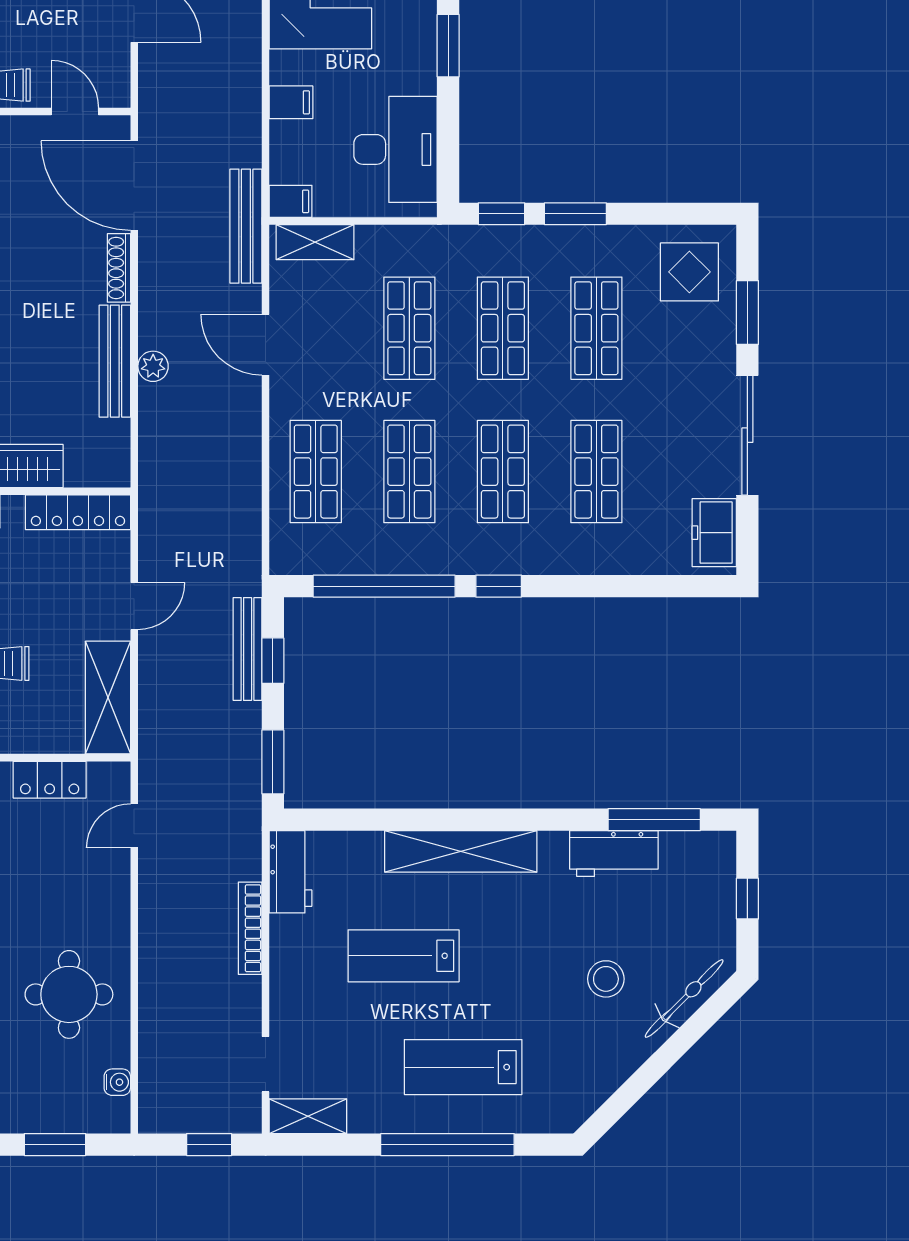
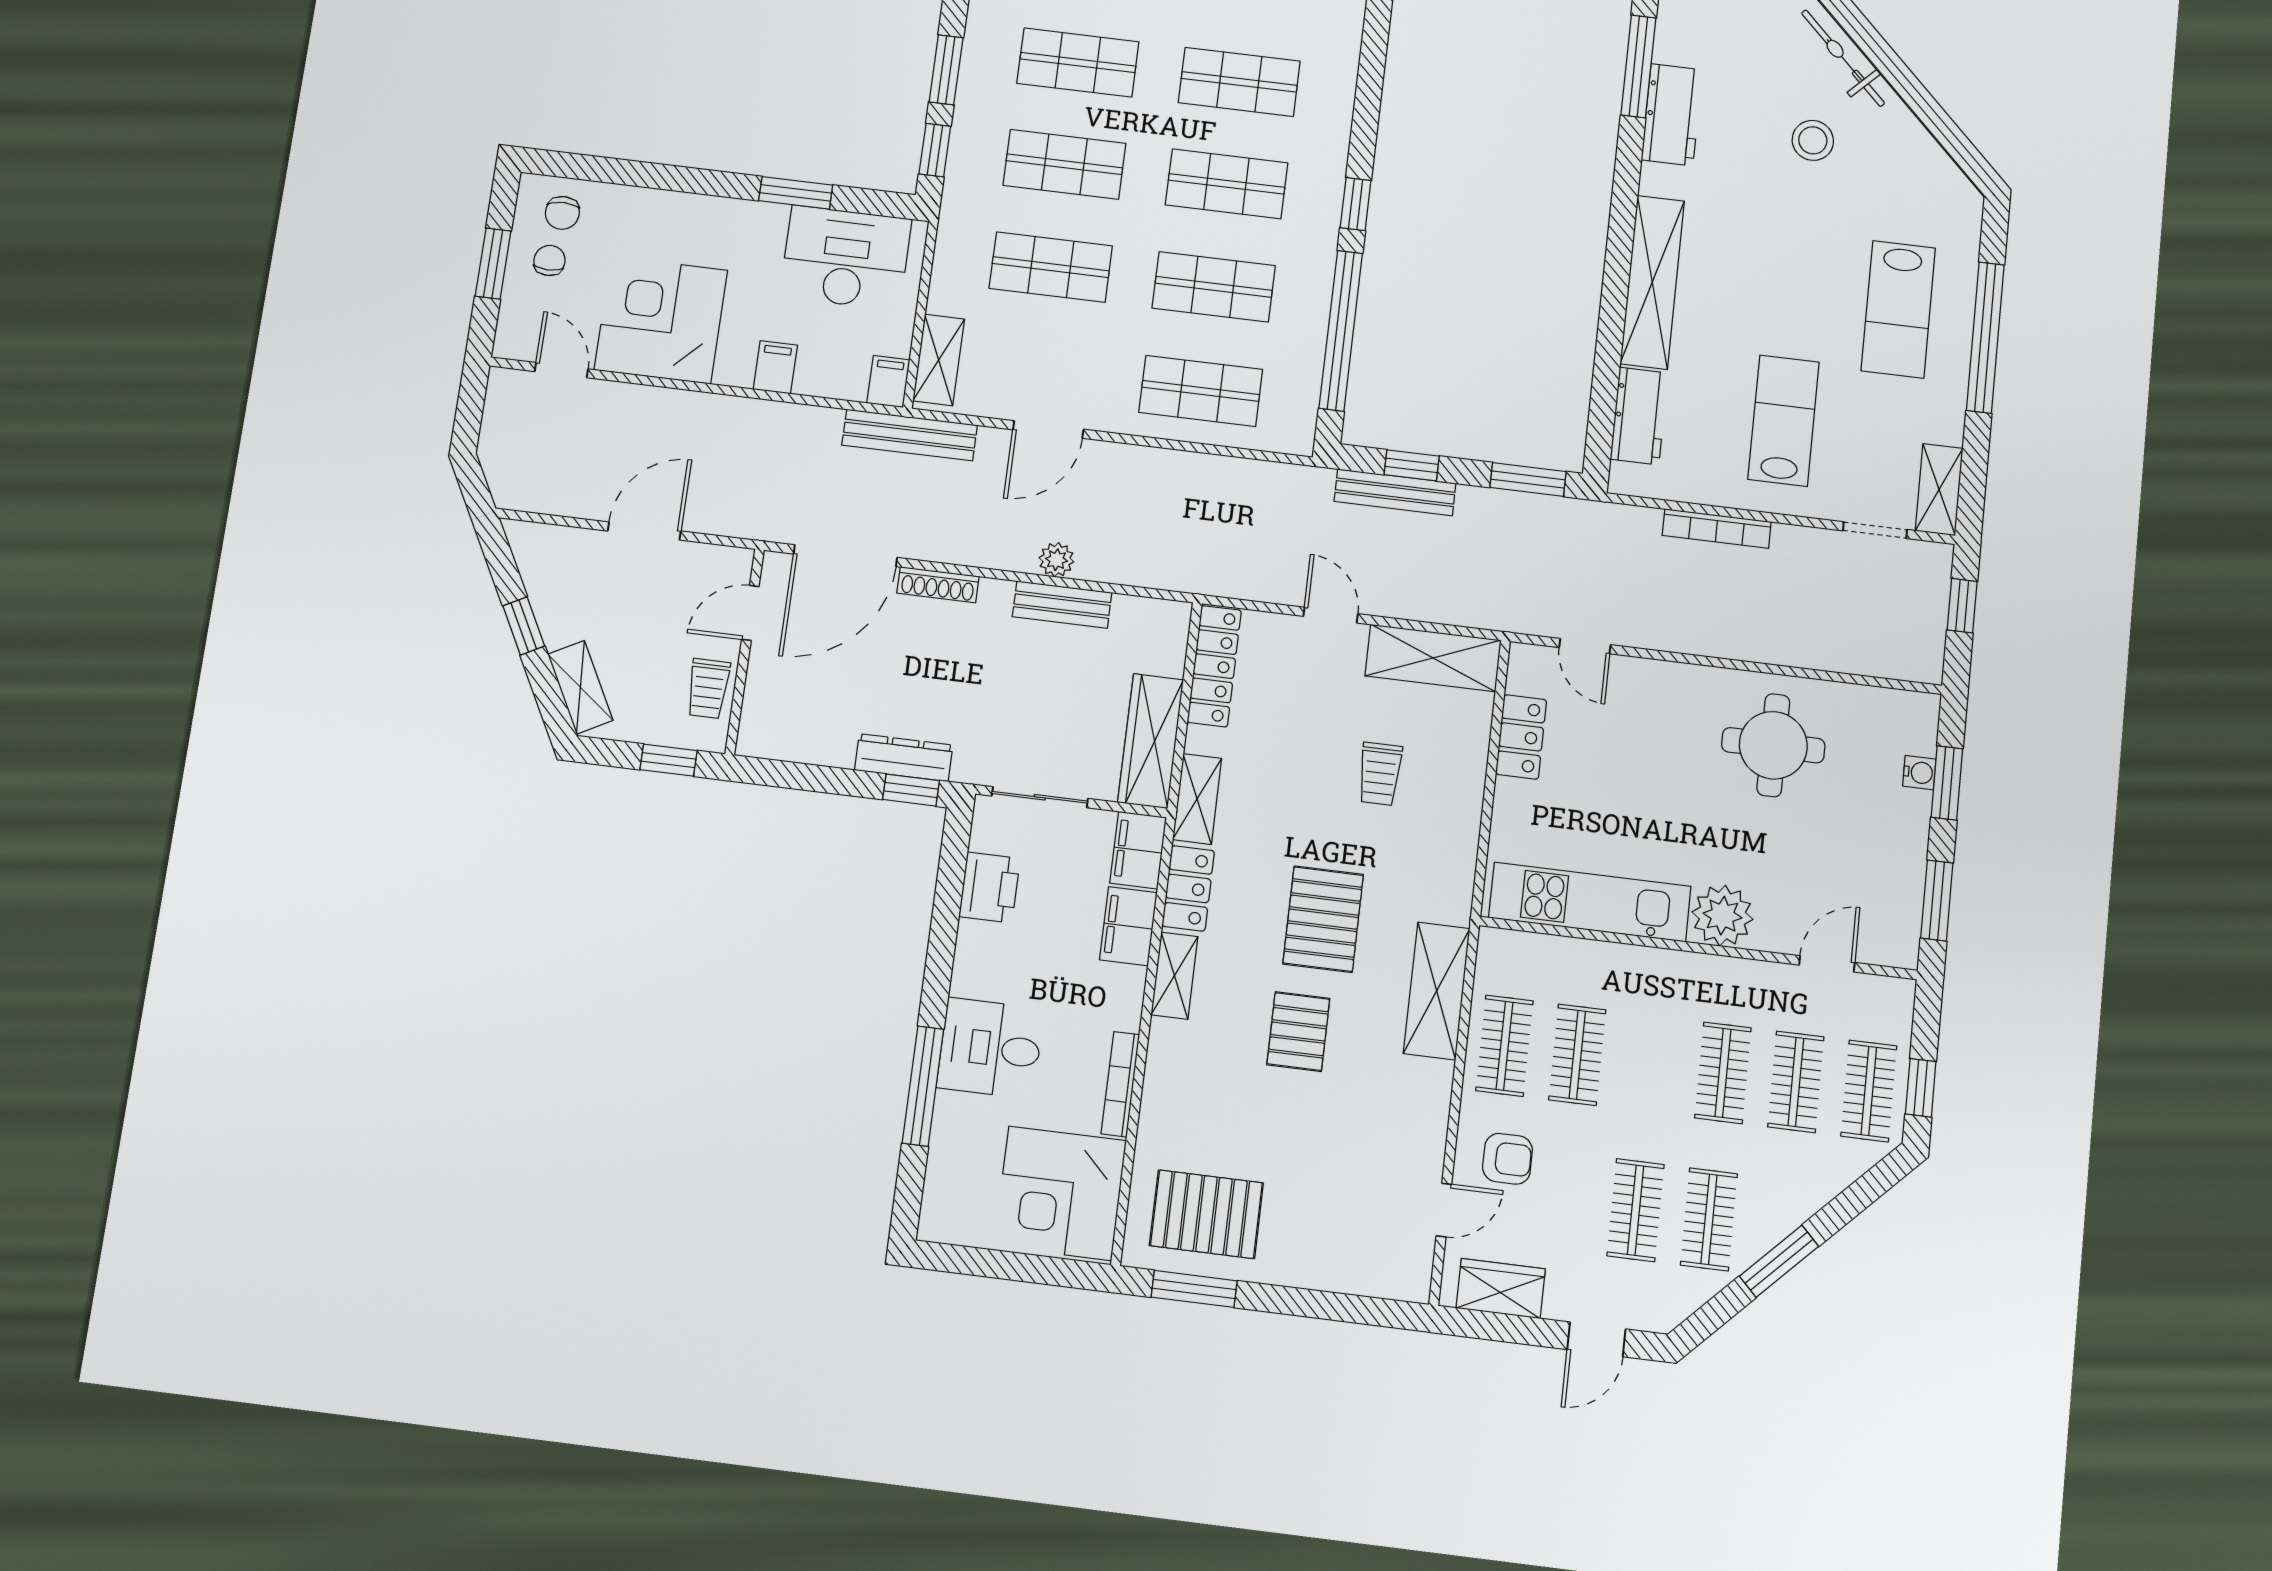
window: (448, 46) -> (796, 193), moved
bench: (115, 361) -> (1062, 605), width x0.73
workbench: (291, 872) -> (1639, 416), moved, turned 90
lab bench: (404, 956) -> (1784, 421), moved, turned 180
water cooler: (117, 1082) -> (1919, 773), moved, turned 90

